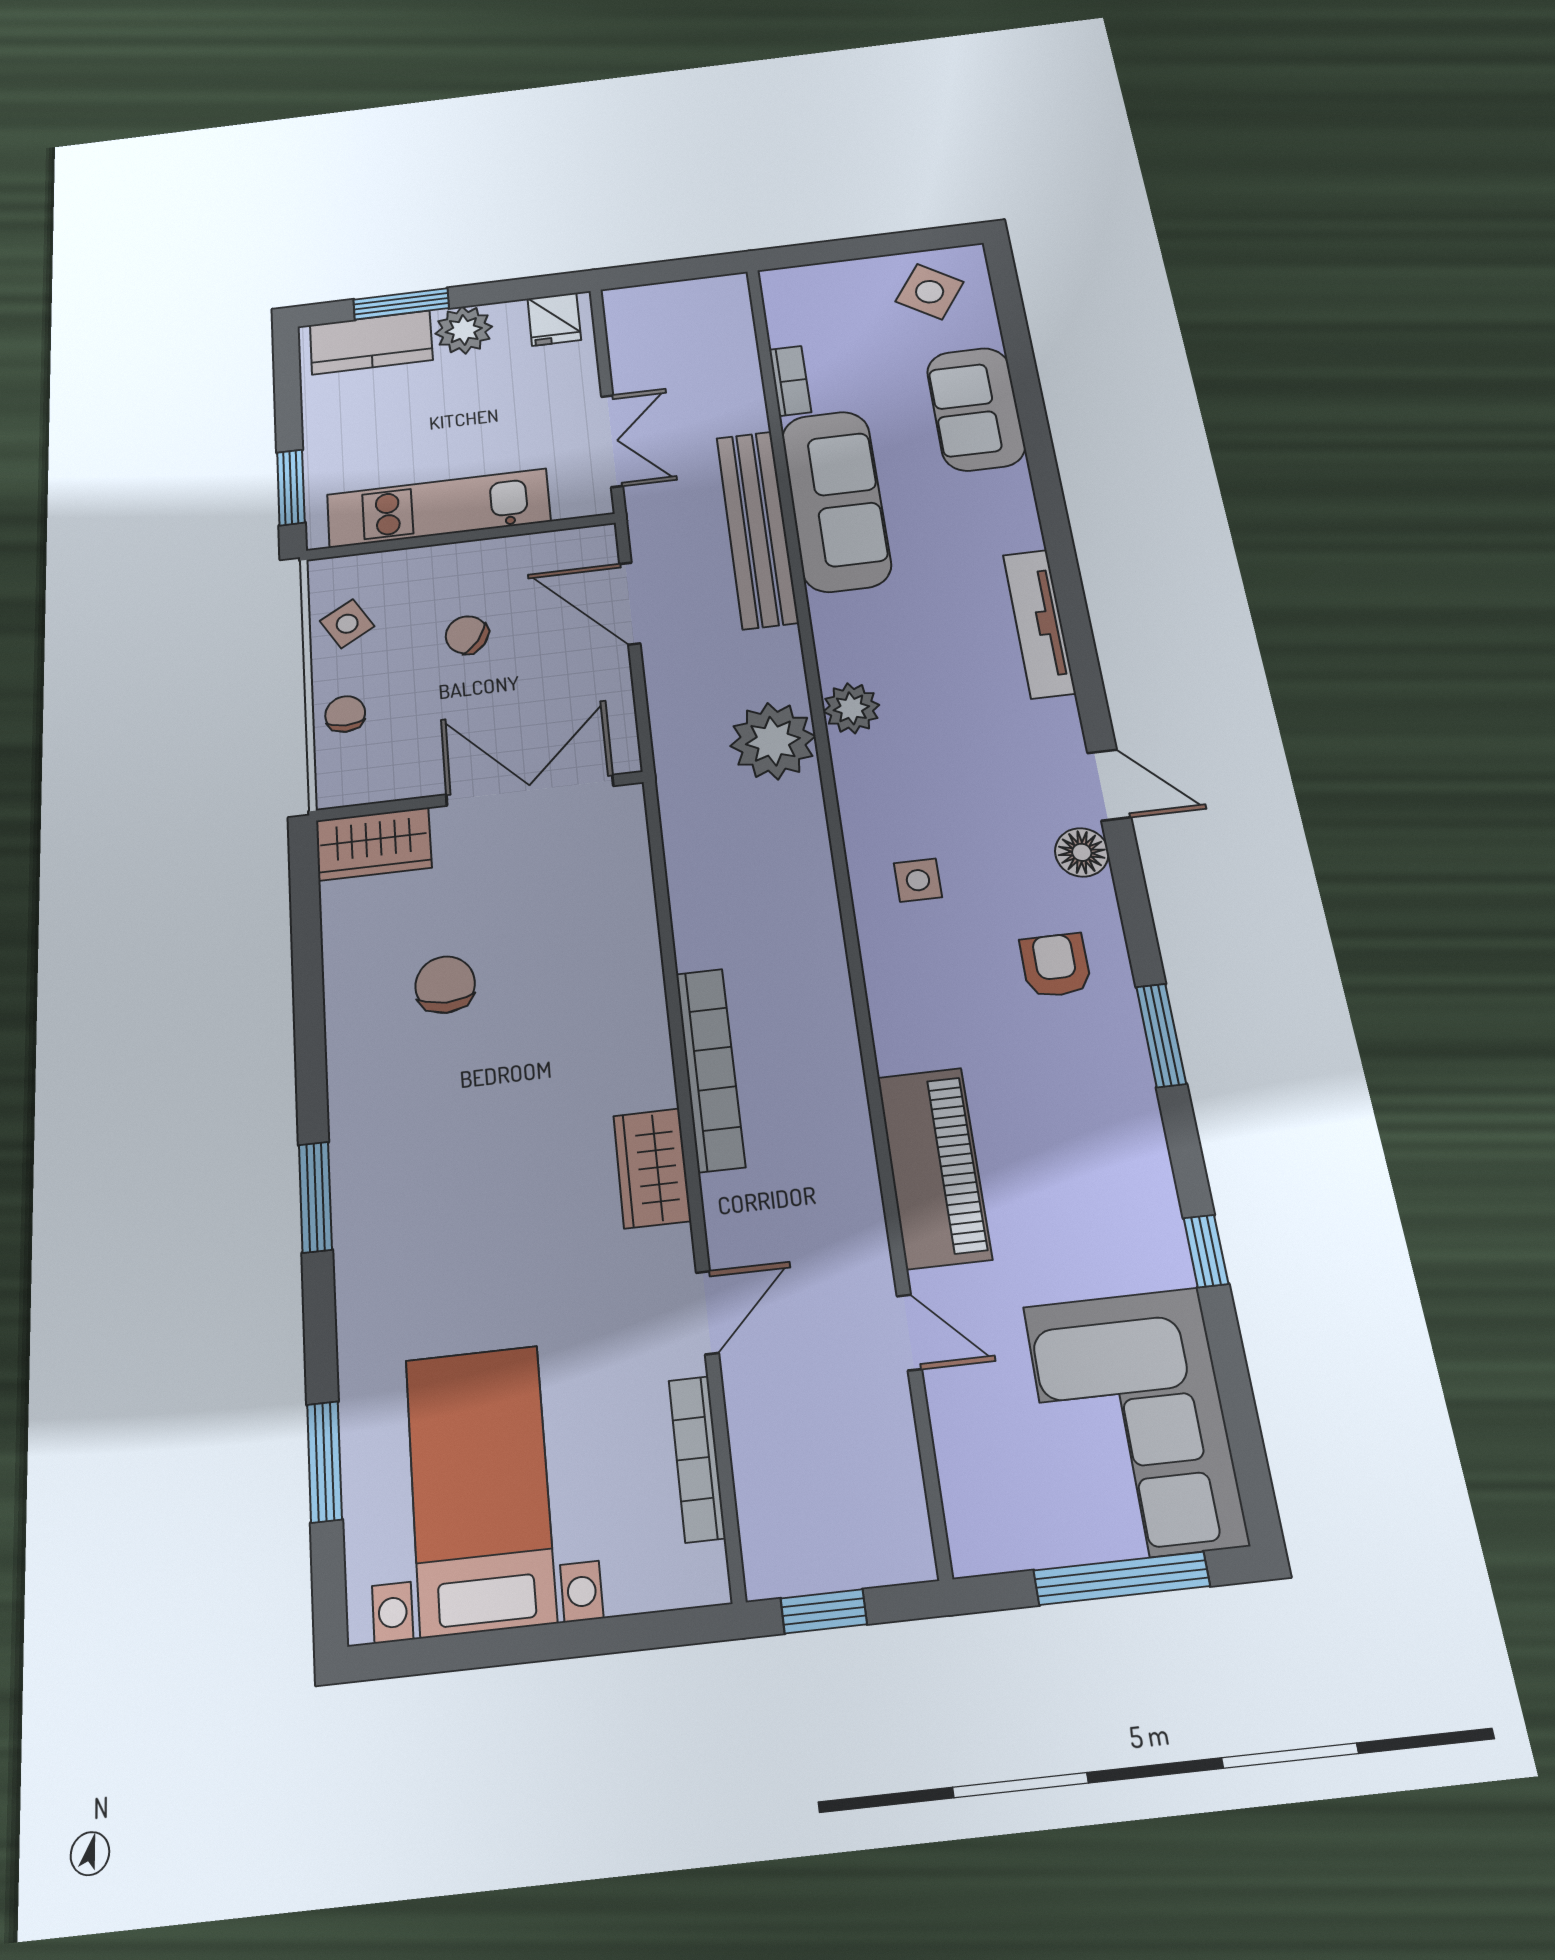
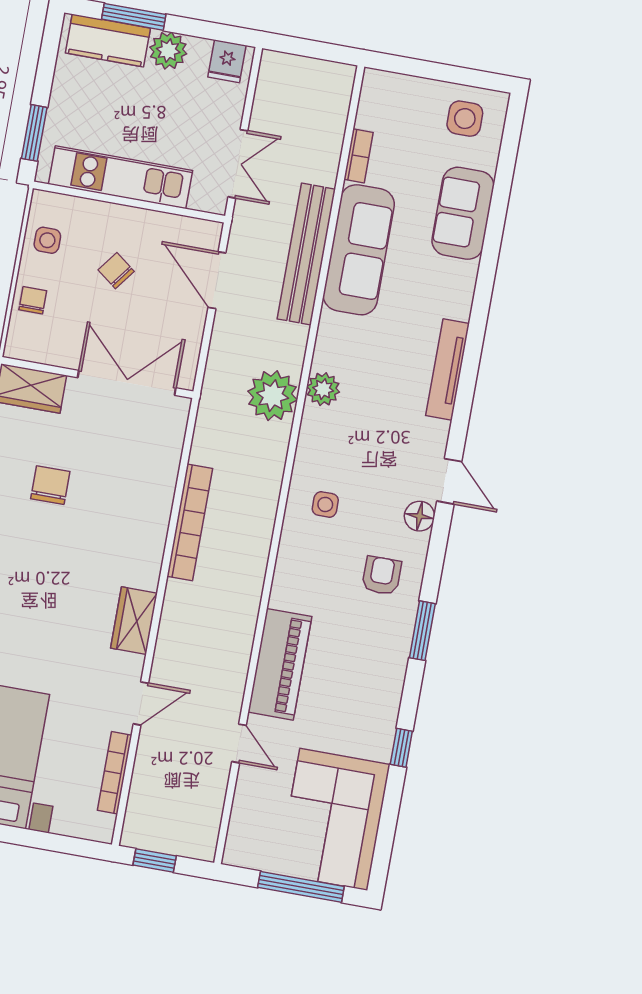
side table: (930, 292) -> (465, 119), turned -34
side table: (347, 624) -> (47, 240), turned 31
bookcase: (710, 1069) -> (190, 522), moved

